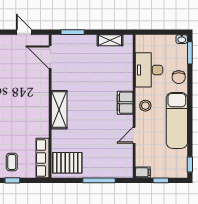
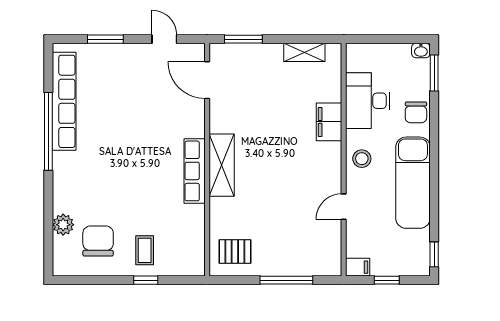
filing cabinet: (125, 103) -> (329, 122), moved
row of seats: (43, 158) -> (195, 171), moved
pallet: (67, 163) -> (235, 252), width x0.67, depth x0.71

